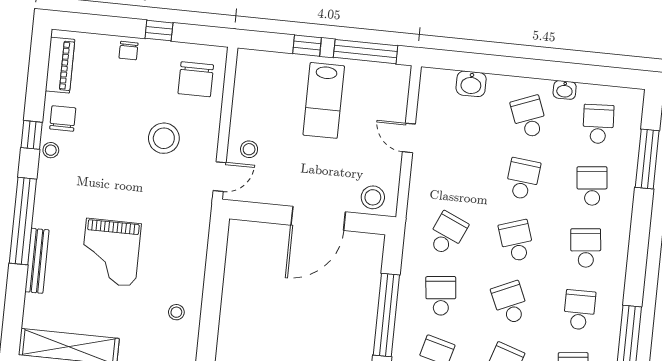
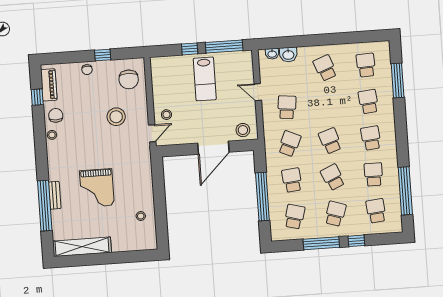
washbasin: (565, 90) -> (272, 54), moved
window: (32, 135) -> (37, 97), moved
school desk: (523, 179) -> (287, 107), moved
window: (23, 221) -> (45, 206), moved
bench: (37, 261) -> (55, 195), width x0.73

